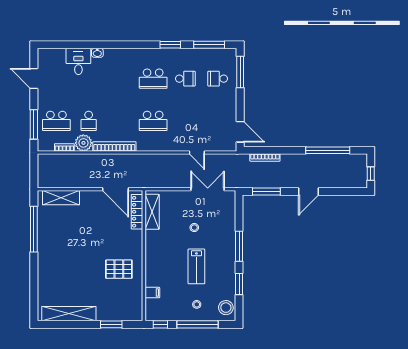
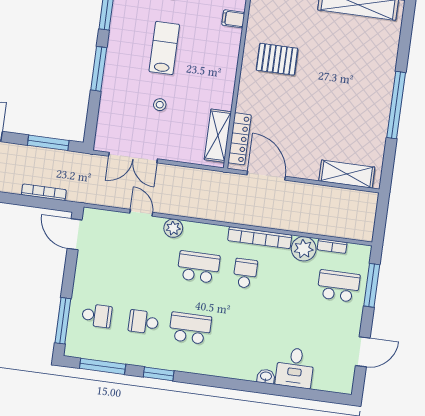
door: (34, 78) -> (363, 352), hinge flipped
school desk: (89, 121) -> (245, 273), moved
plant: (174, 145) -> (173, 228), added
window: (34, 229) -> (396, 105), moved

